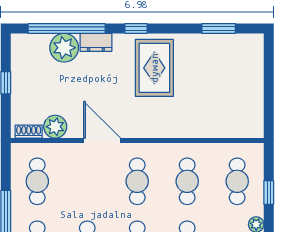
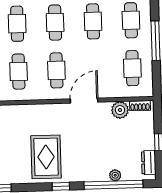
dresser: (96, 42) -> (149, 163), moved, turned -90
plant: (64, 48) -> (115, 175), width x0.53, depth x0.53
door: (102, 141) -> (84, 101), swing flipped

